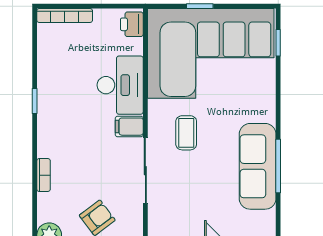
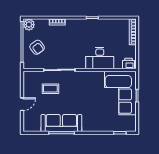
corner sofa: (211, 53) -> (120, 93), width x0.73, depth x0.74
filing cabinet: (129, 127) -> (80, 62), removed
coffee table: (186, 133) -> (50, 89), moved

